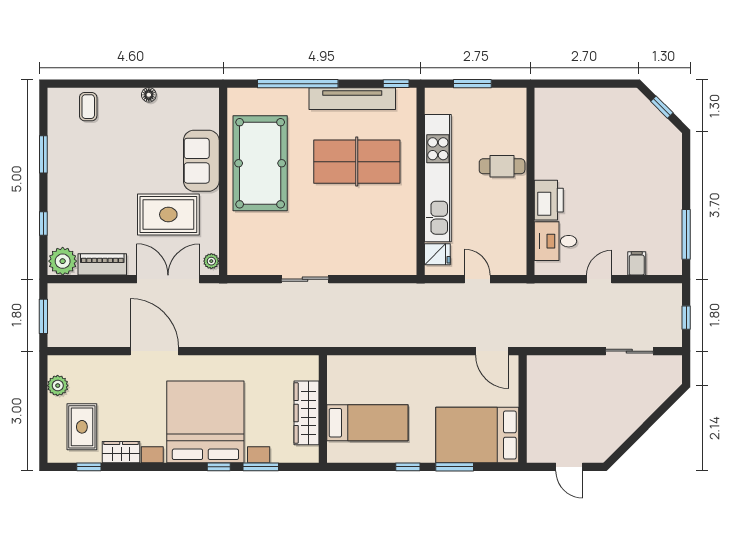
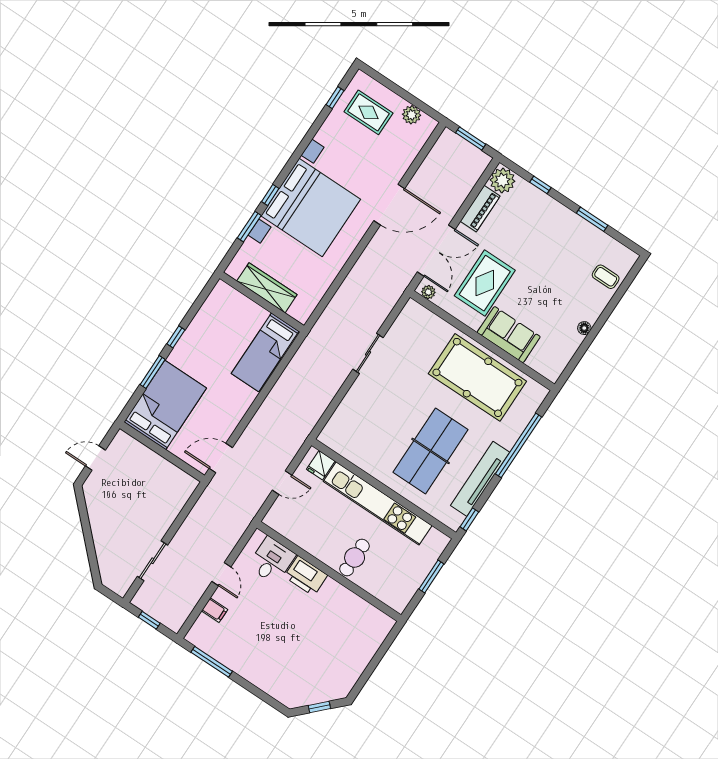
bed: (367, 423) -> (265, 352), moved
wardrobe: (121, 452) -> (330, 129), removed

